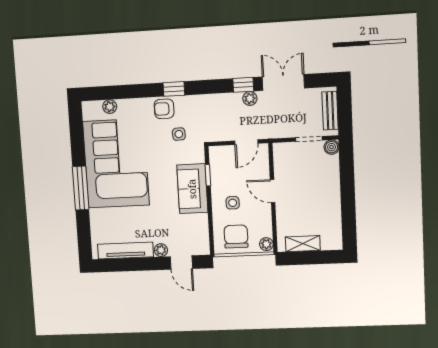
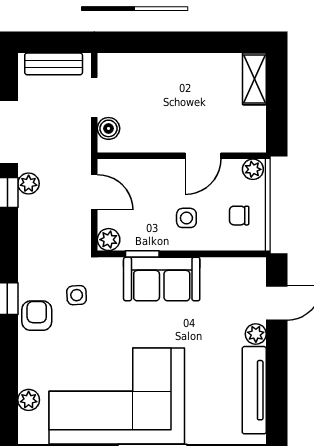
armchair: (164, 109) -> (37, 316), turned 180
boiler: (332, 147) -> (109, 128), moved
plant: (216, 153) -> (109, 240), added
door: (273, 191) -> (203, 156), moved
chair: (236, 236) -> (239, 216), width x0.54, depth x0.54
shelving: (303, 244) -> (254, 79), moved

